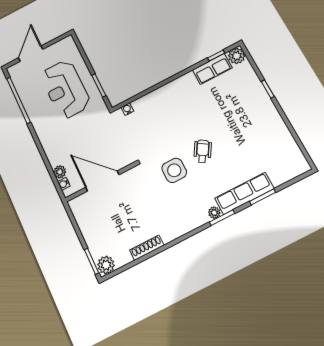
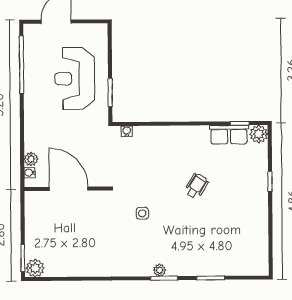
wheelchair: (203, 151) -> (196, 186), moved
side table: (174, 170) -> (142, 213), width x0.54, depth x0.54
row of seats: (244, 193) -> (196, 267), removed
shoe rack: (147, 248) -> (81, 271), removed

